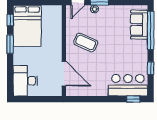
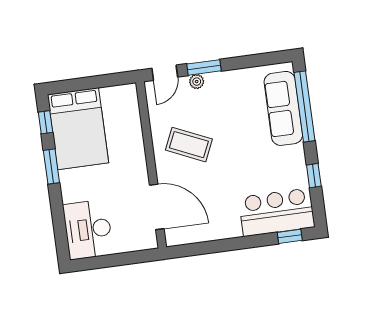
sofa: (139, 25) -> (283, 108), width x1.36

